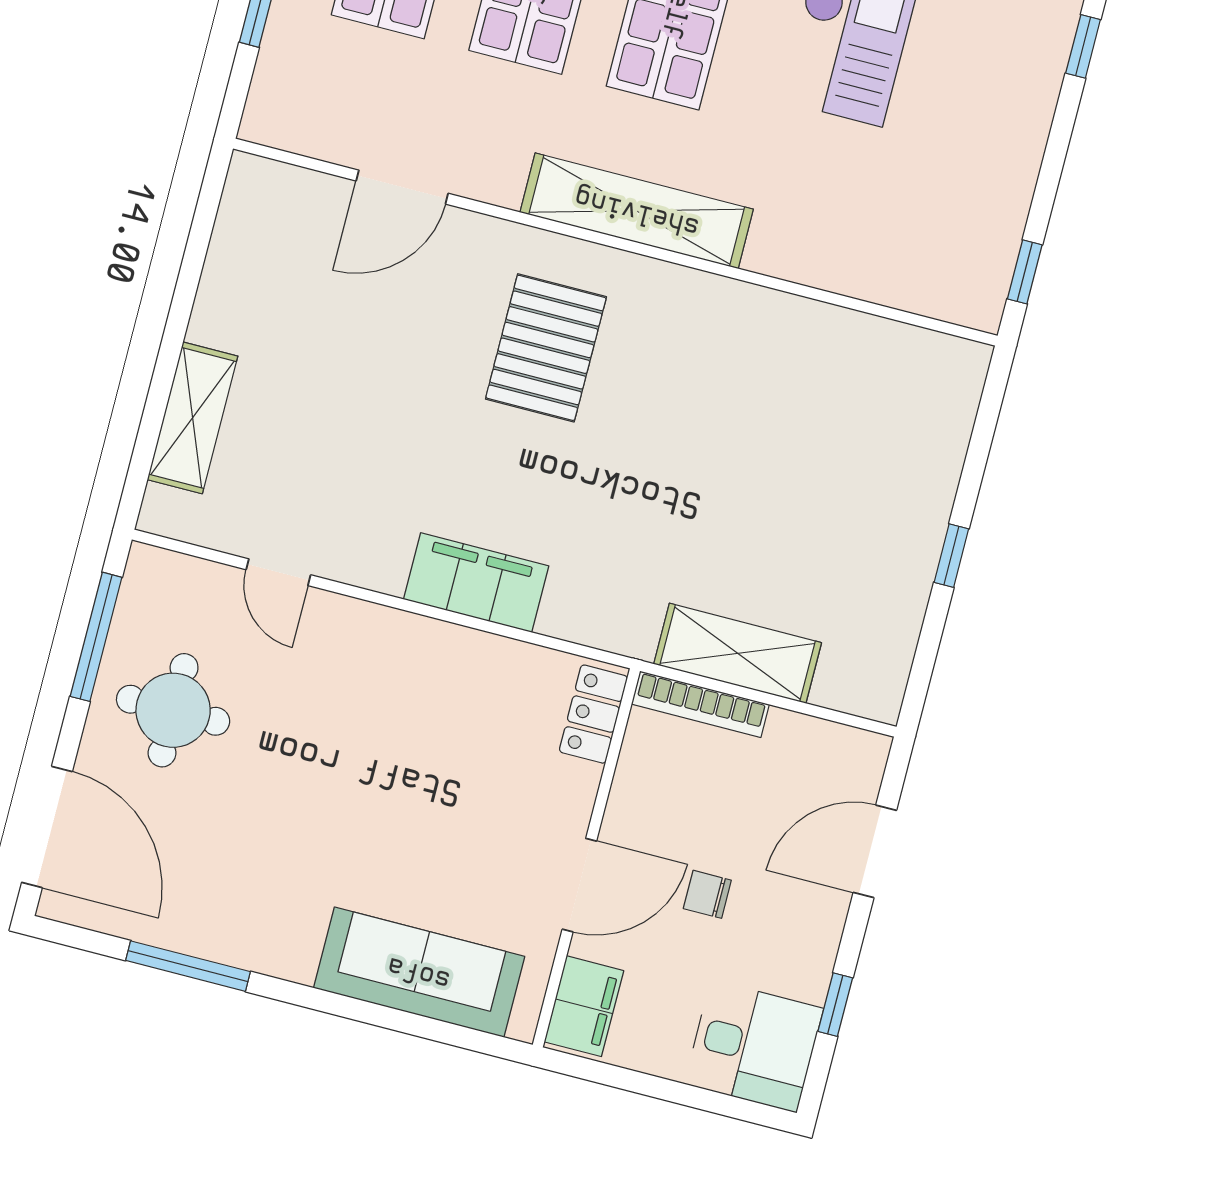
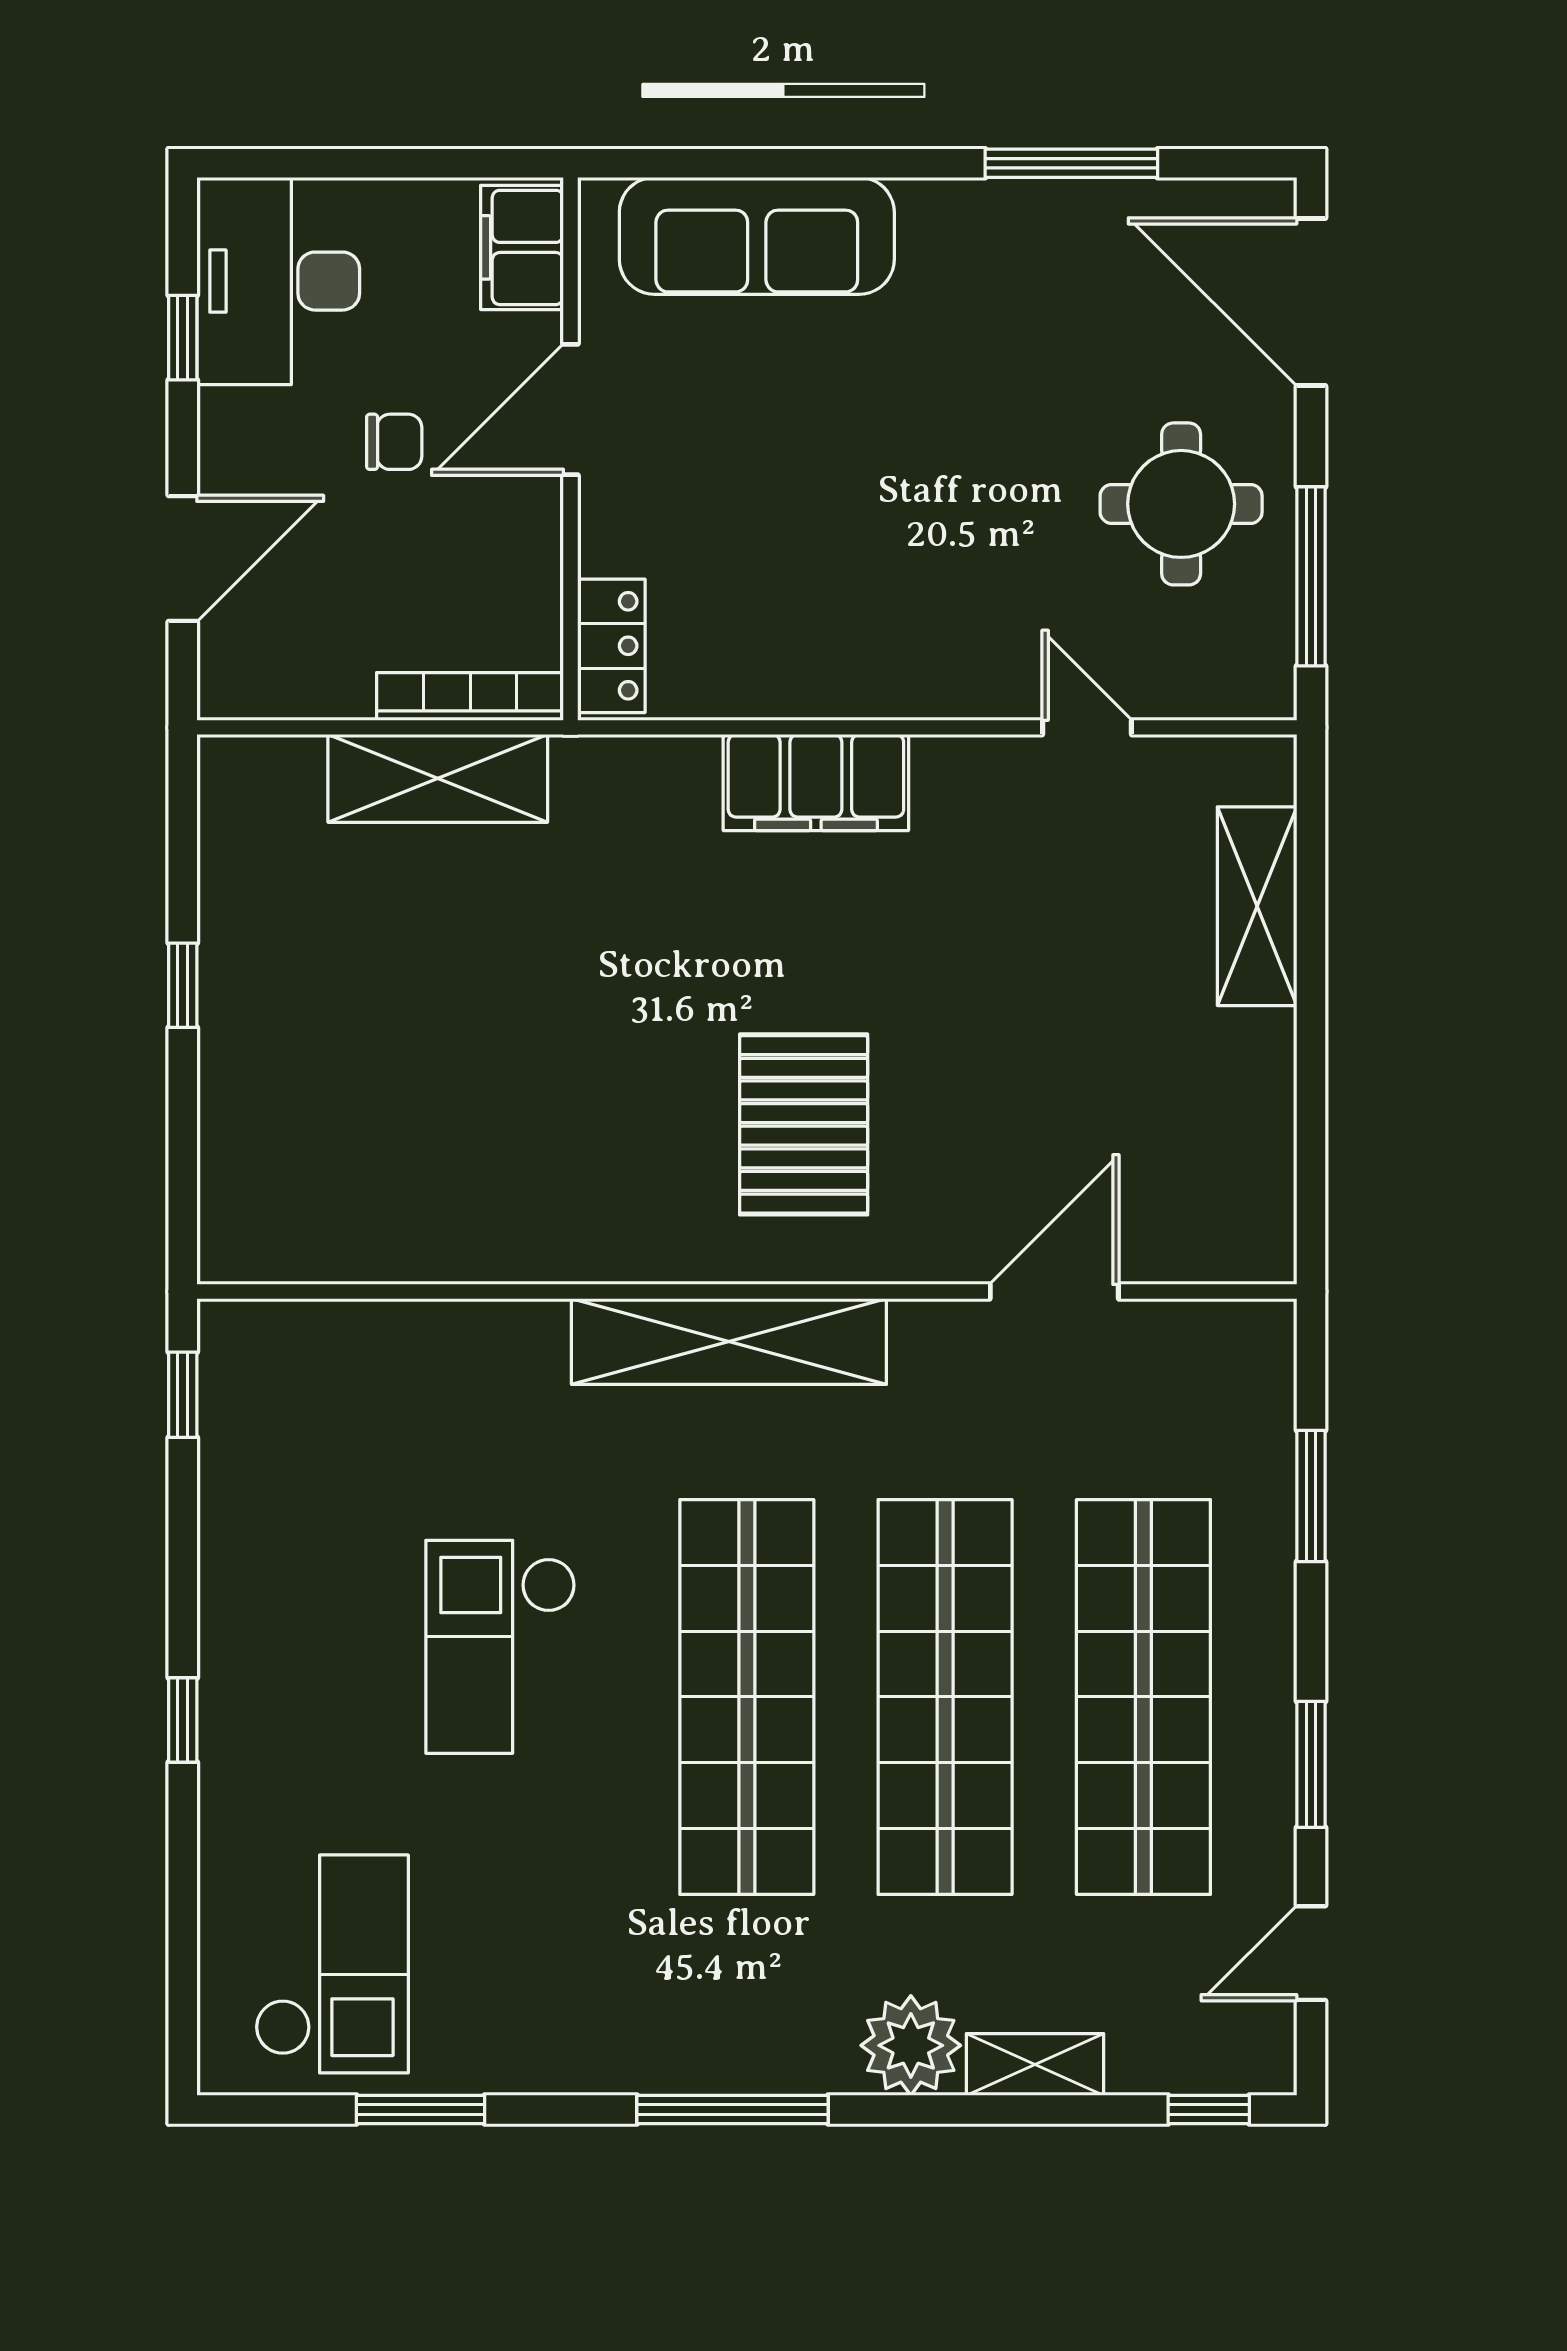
desk: (754, 1046) -> (278, 281), width x1.37

